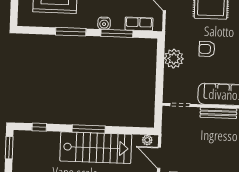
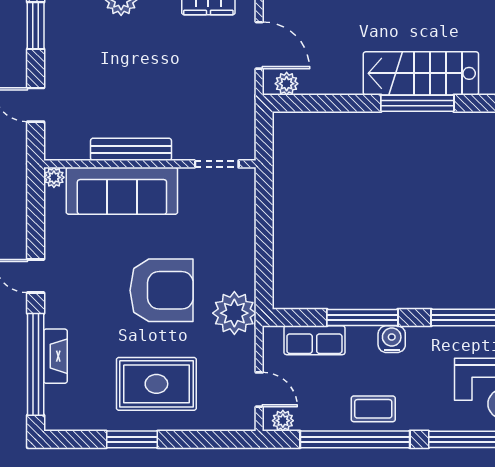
armchair: (207, 49) -> (162, 290), width x1.88, depth x1.88
plant: (174, 59) -> (234, 313), moved
stairs: (96, 148) -> (421, 73), width x0.73, depth x0.66

